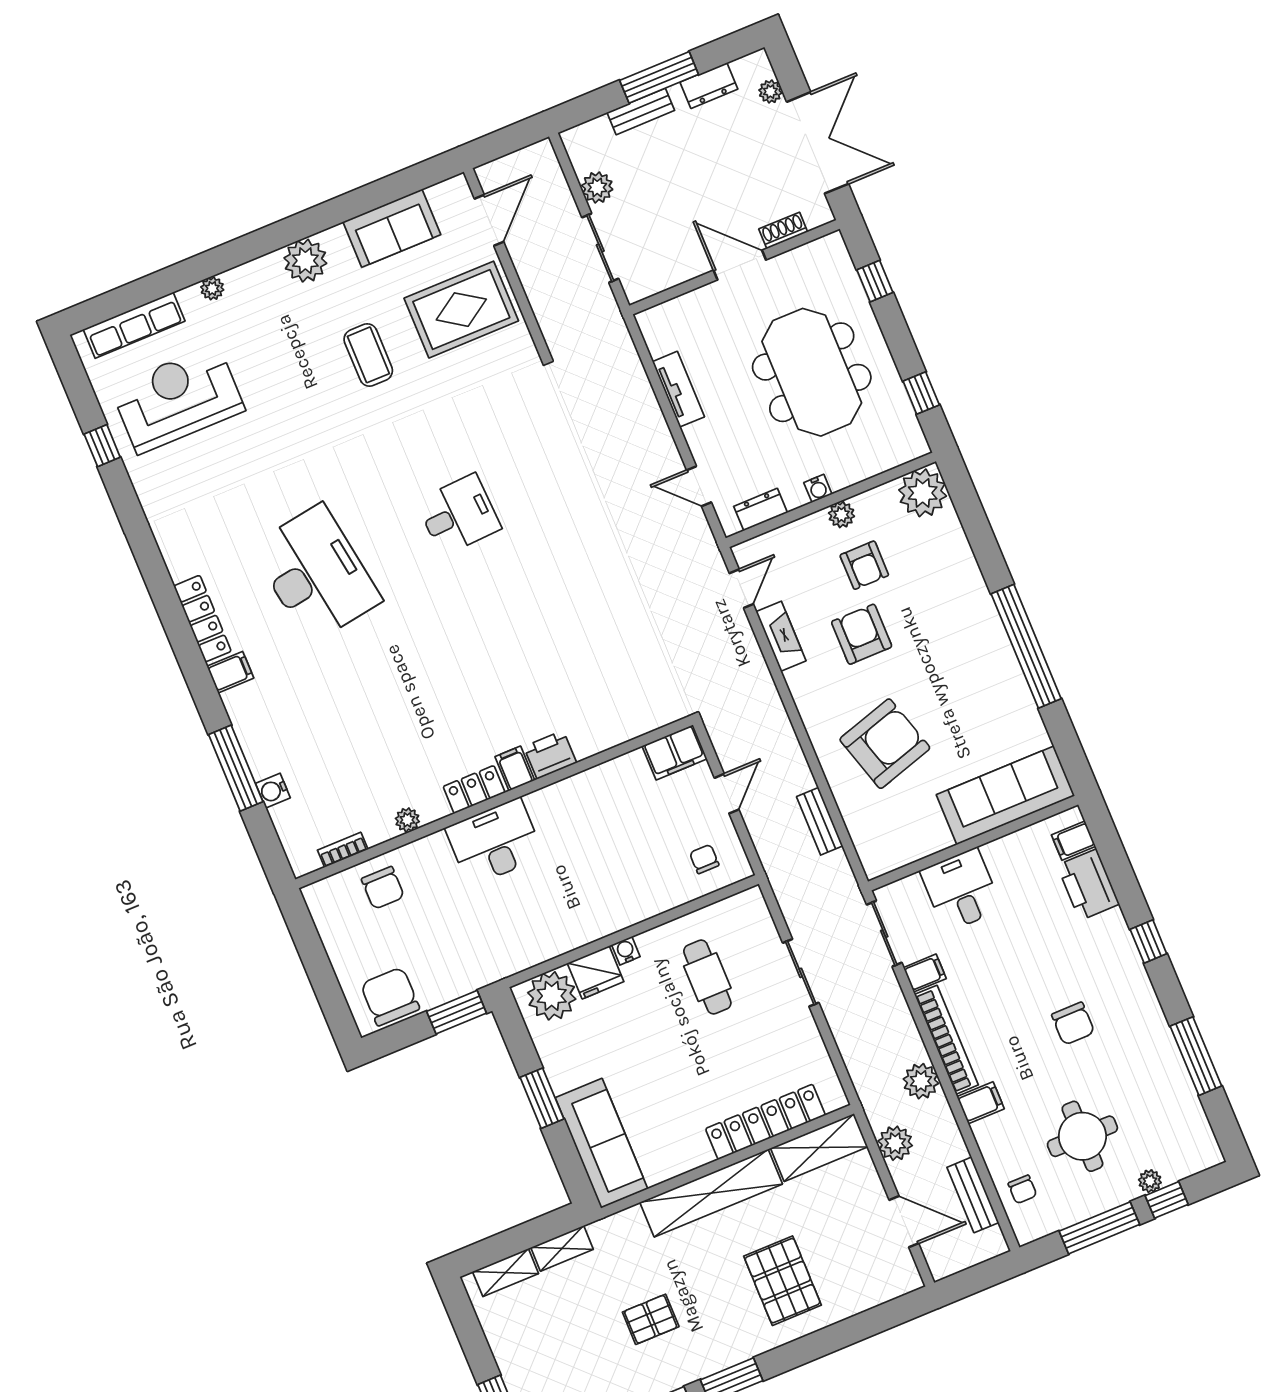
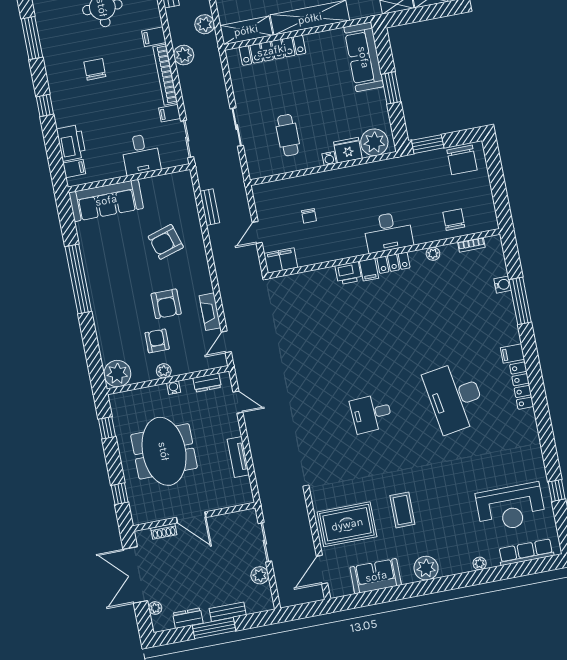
armchair: (885, 744) -> (166, 242), width x0.73, depth x0.73
chair: (704, 859) -> (309, 216), moved

